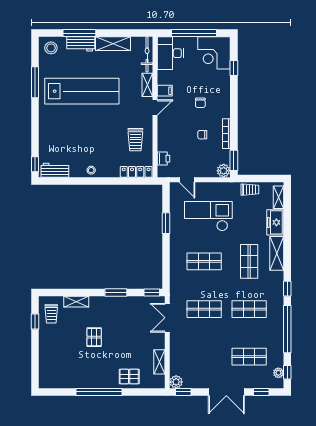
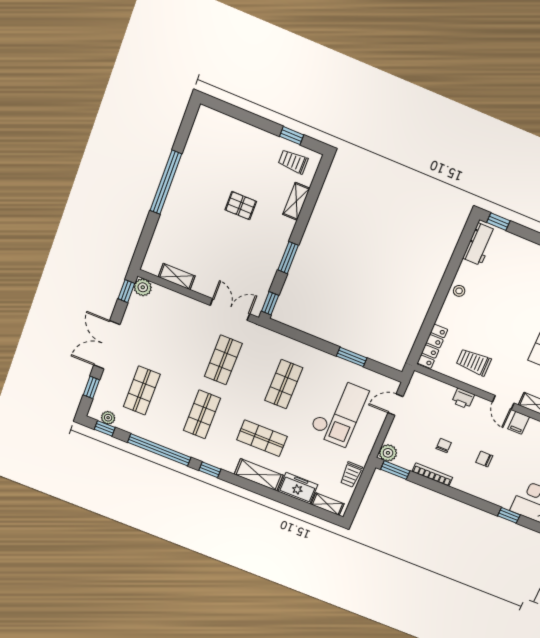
printer: (164, 159) -> (463, 398), moved
pallet: (129, 376) -> (172, 230), removed

